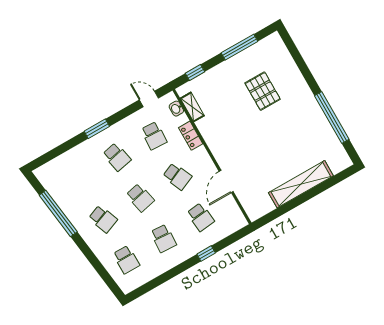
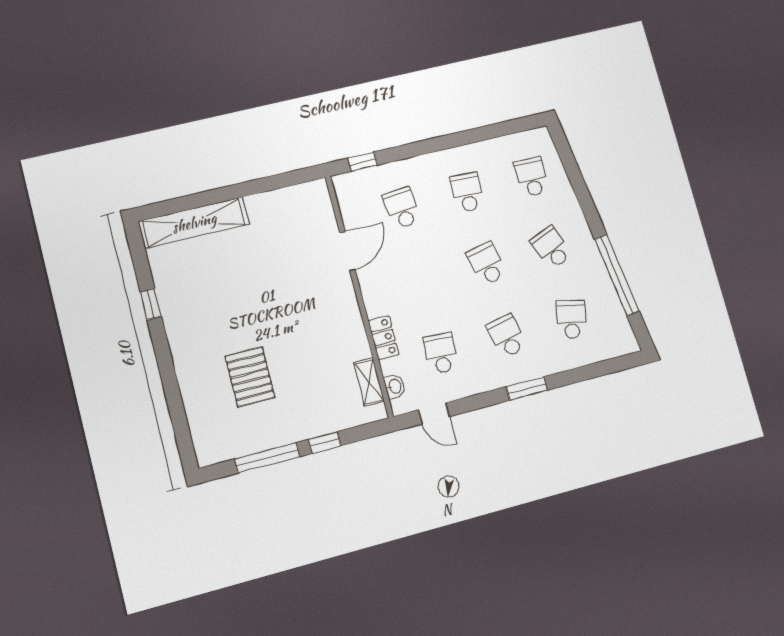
window: (195, 73) -> (325, 442), moved
window: (332, 118) -> (151, 304), width x0.32
school desk: (177, 176) -> (572, 319), moved, turned 36
shelving: (301, 184) -> (194, 223), moved
window: (206, 254) -> (363, 162), moved

